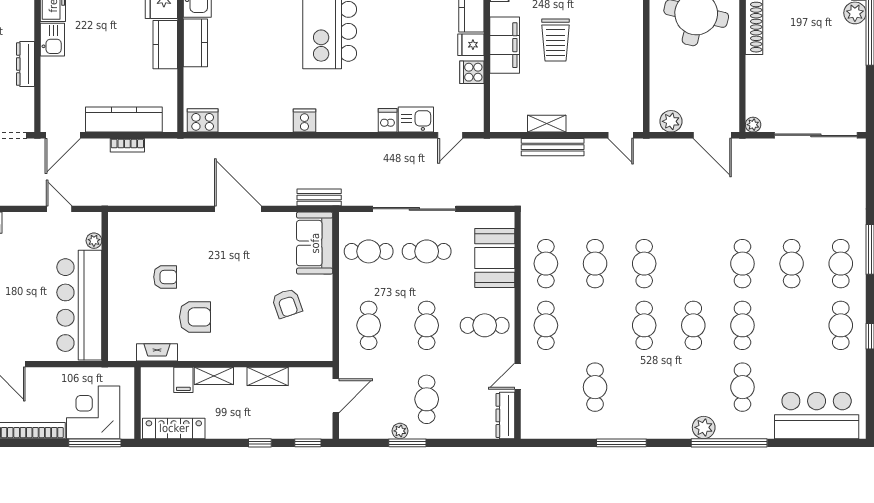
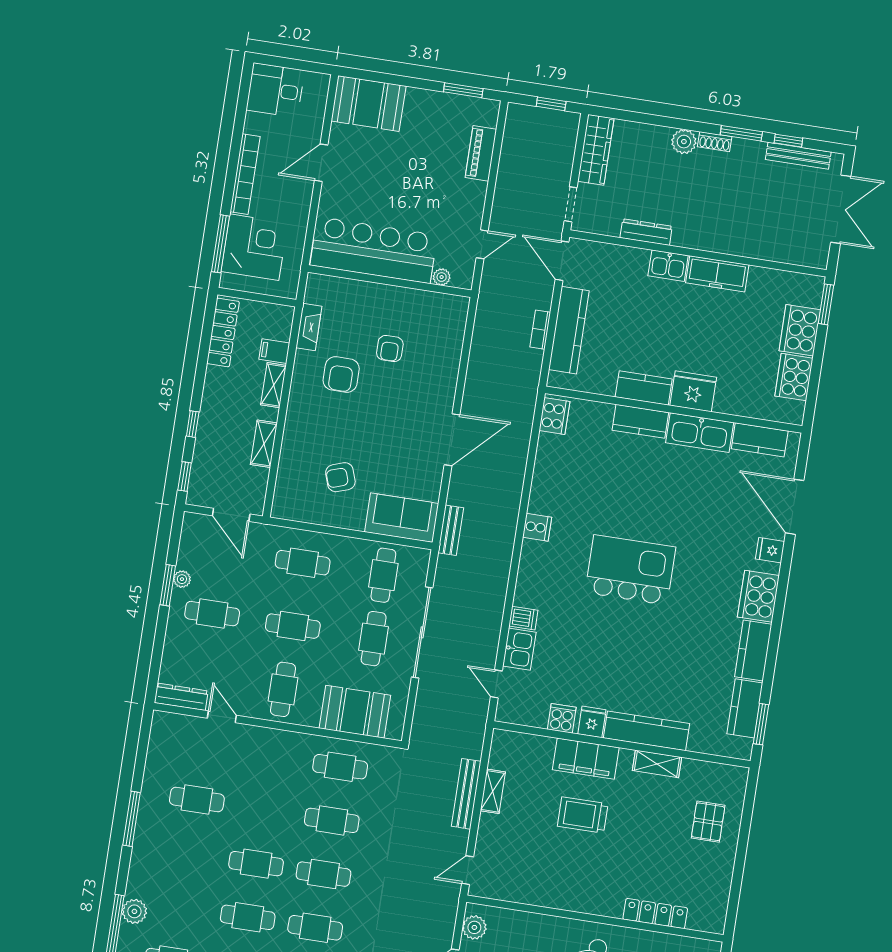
cafe table: (546, 325) -> (315, 928), moved

